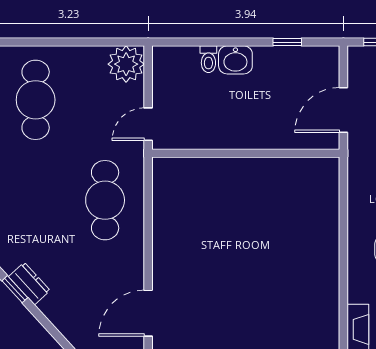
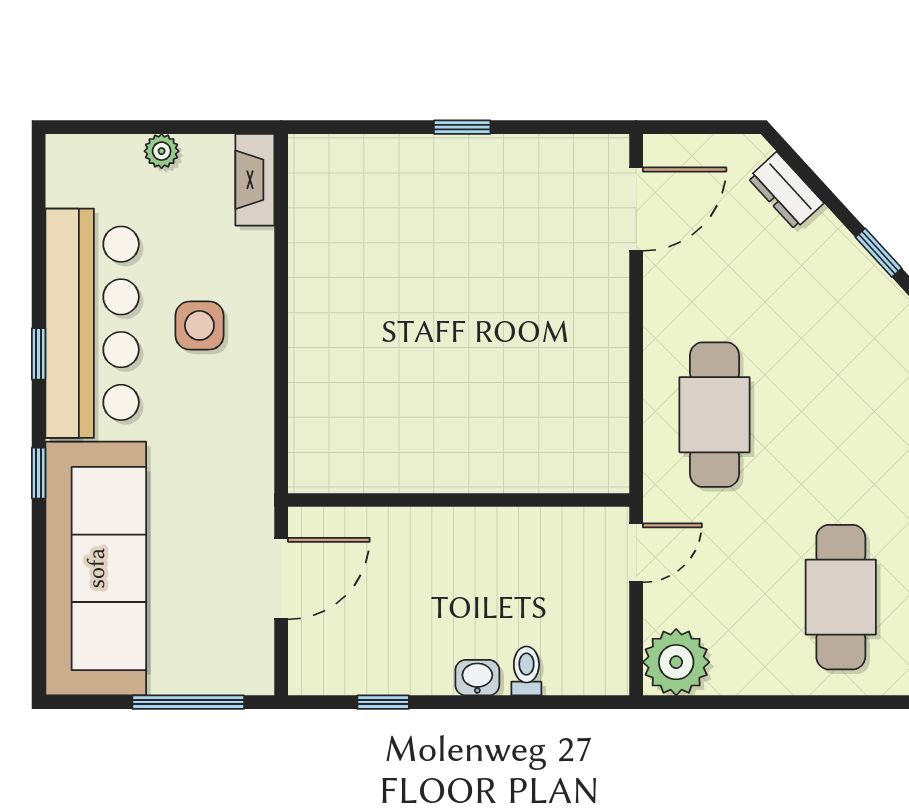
washbasin: (235, 60) -> (477, 678), width x0.72, depth x0.69
dresser: (29, 284) -> (786, 191), moved

